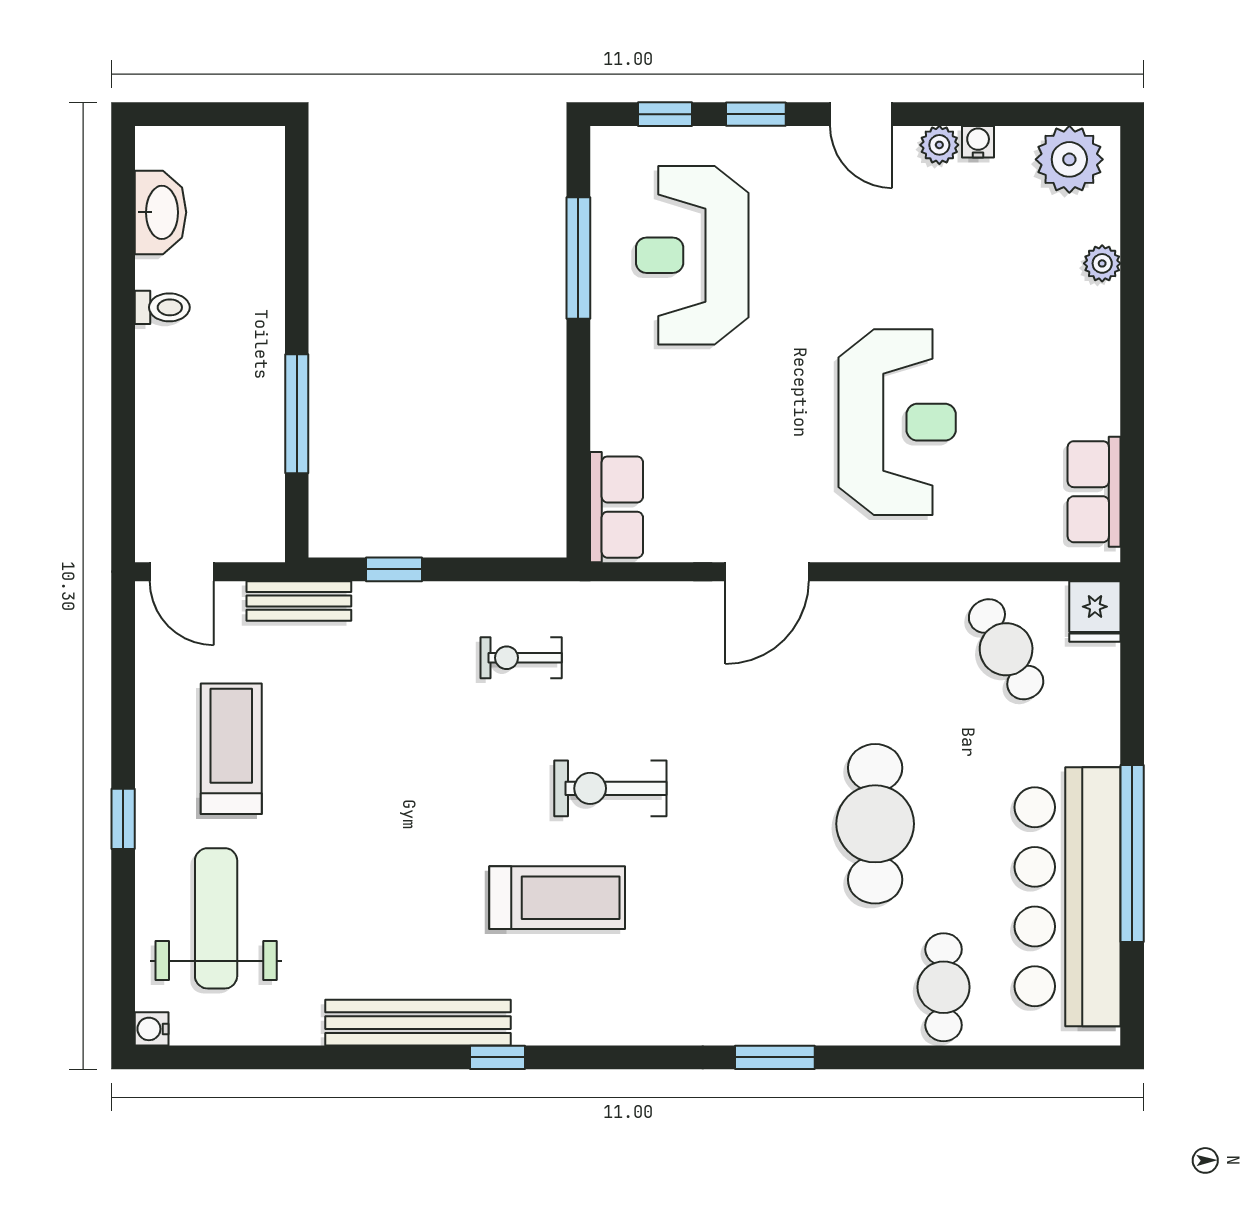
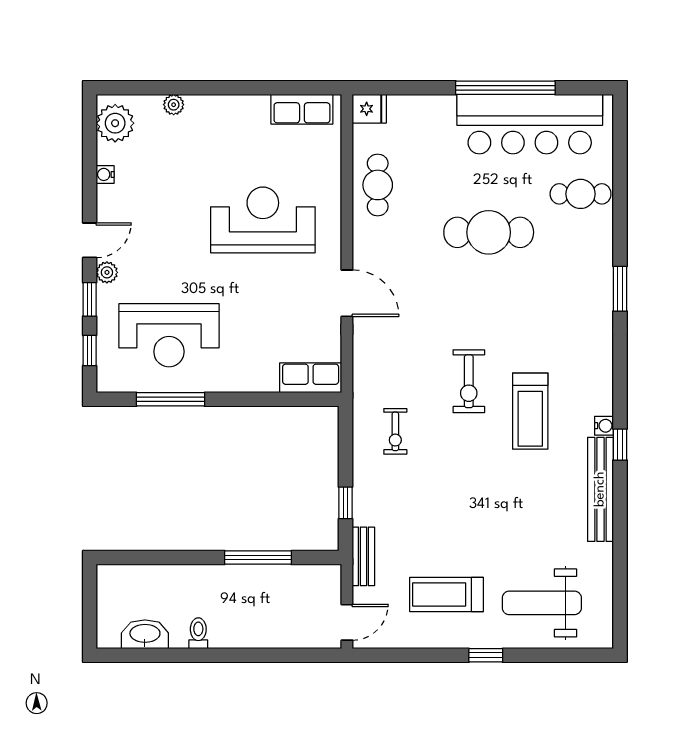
plant: (939, 145) -> (107, 272), moved
cafe table: (1006, 649) -> (378, 185), moved, turned -60
treadmill: (557, 898) -> (530, 411), turned 180
water cooler: (152, 1029) -> (604, 426), moved, turned -90

